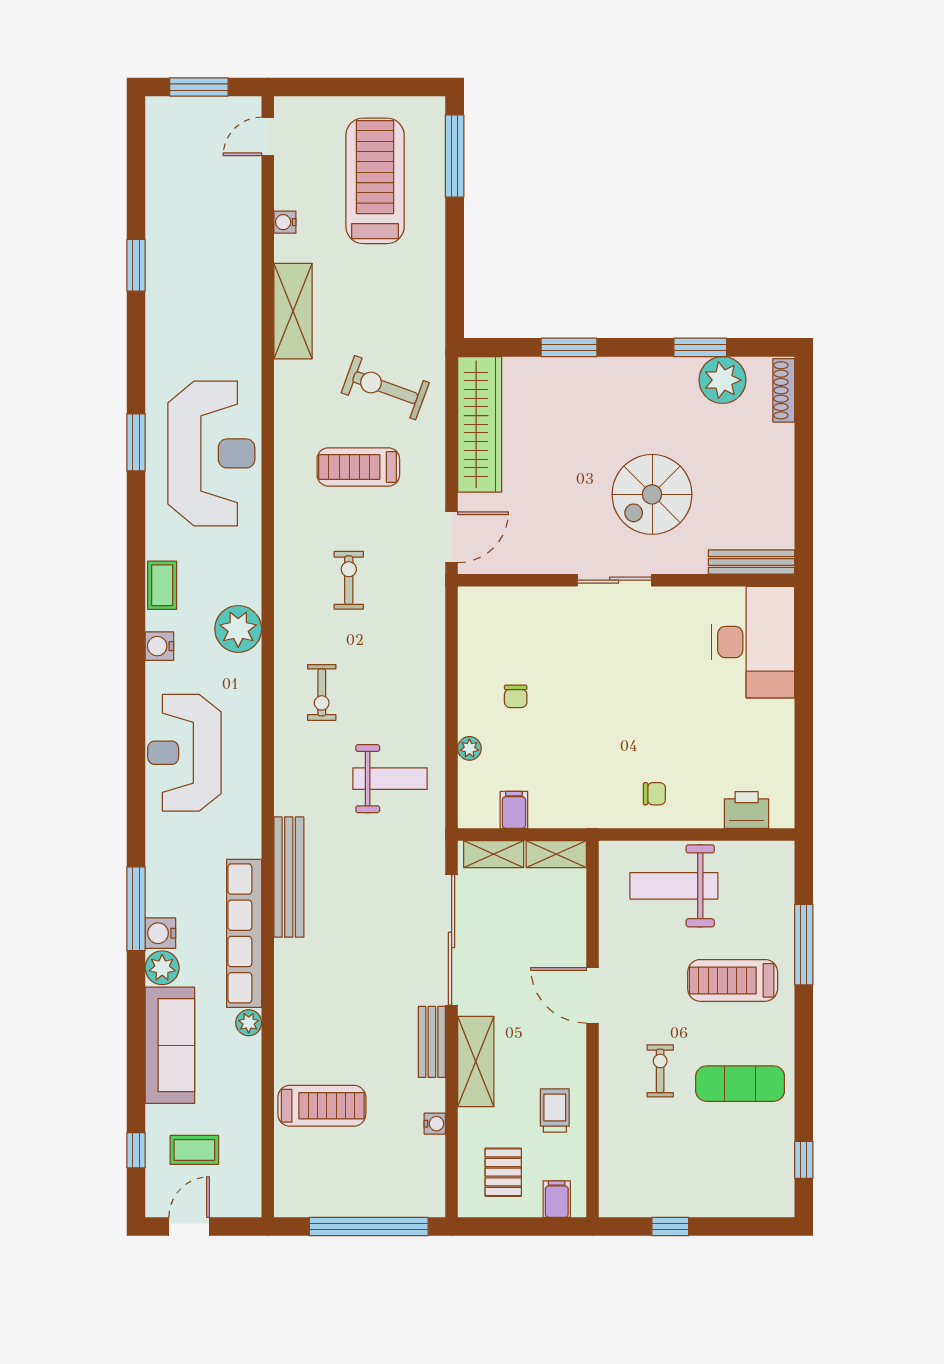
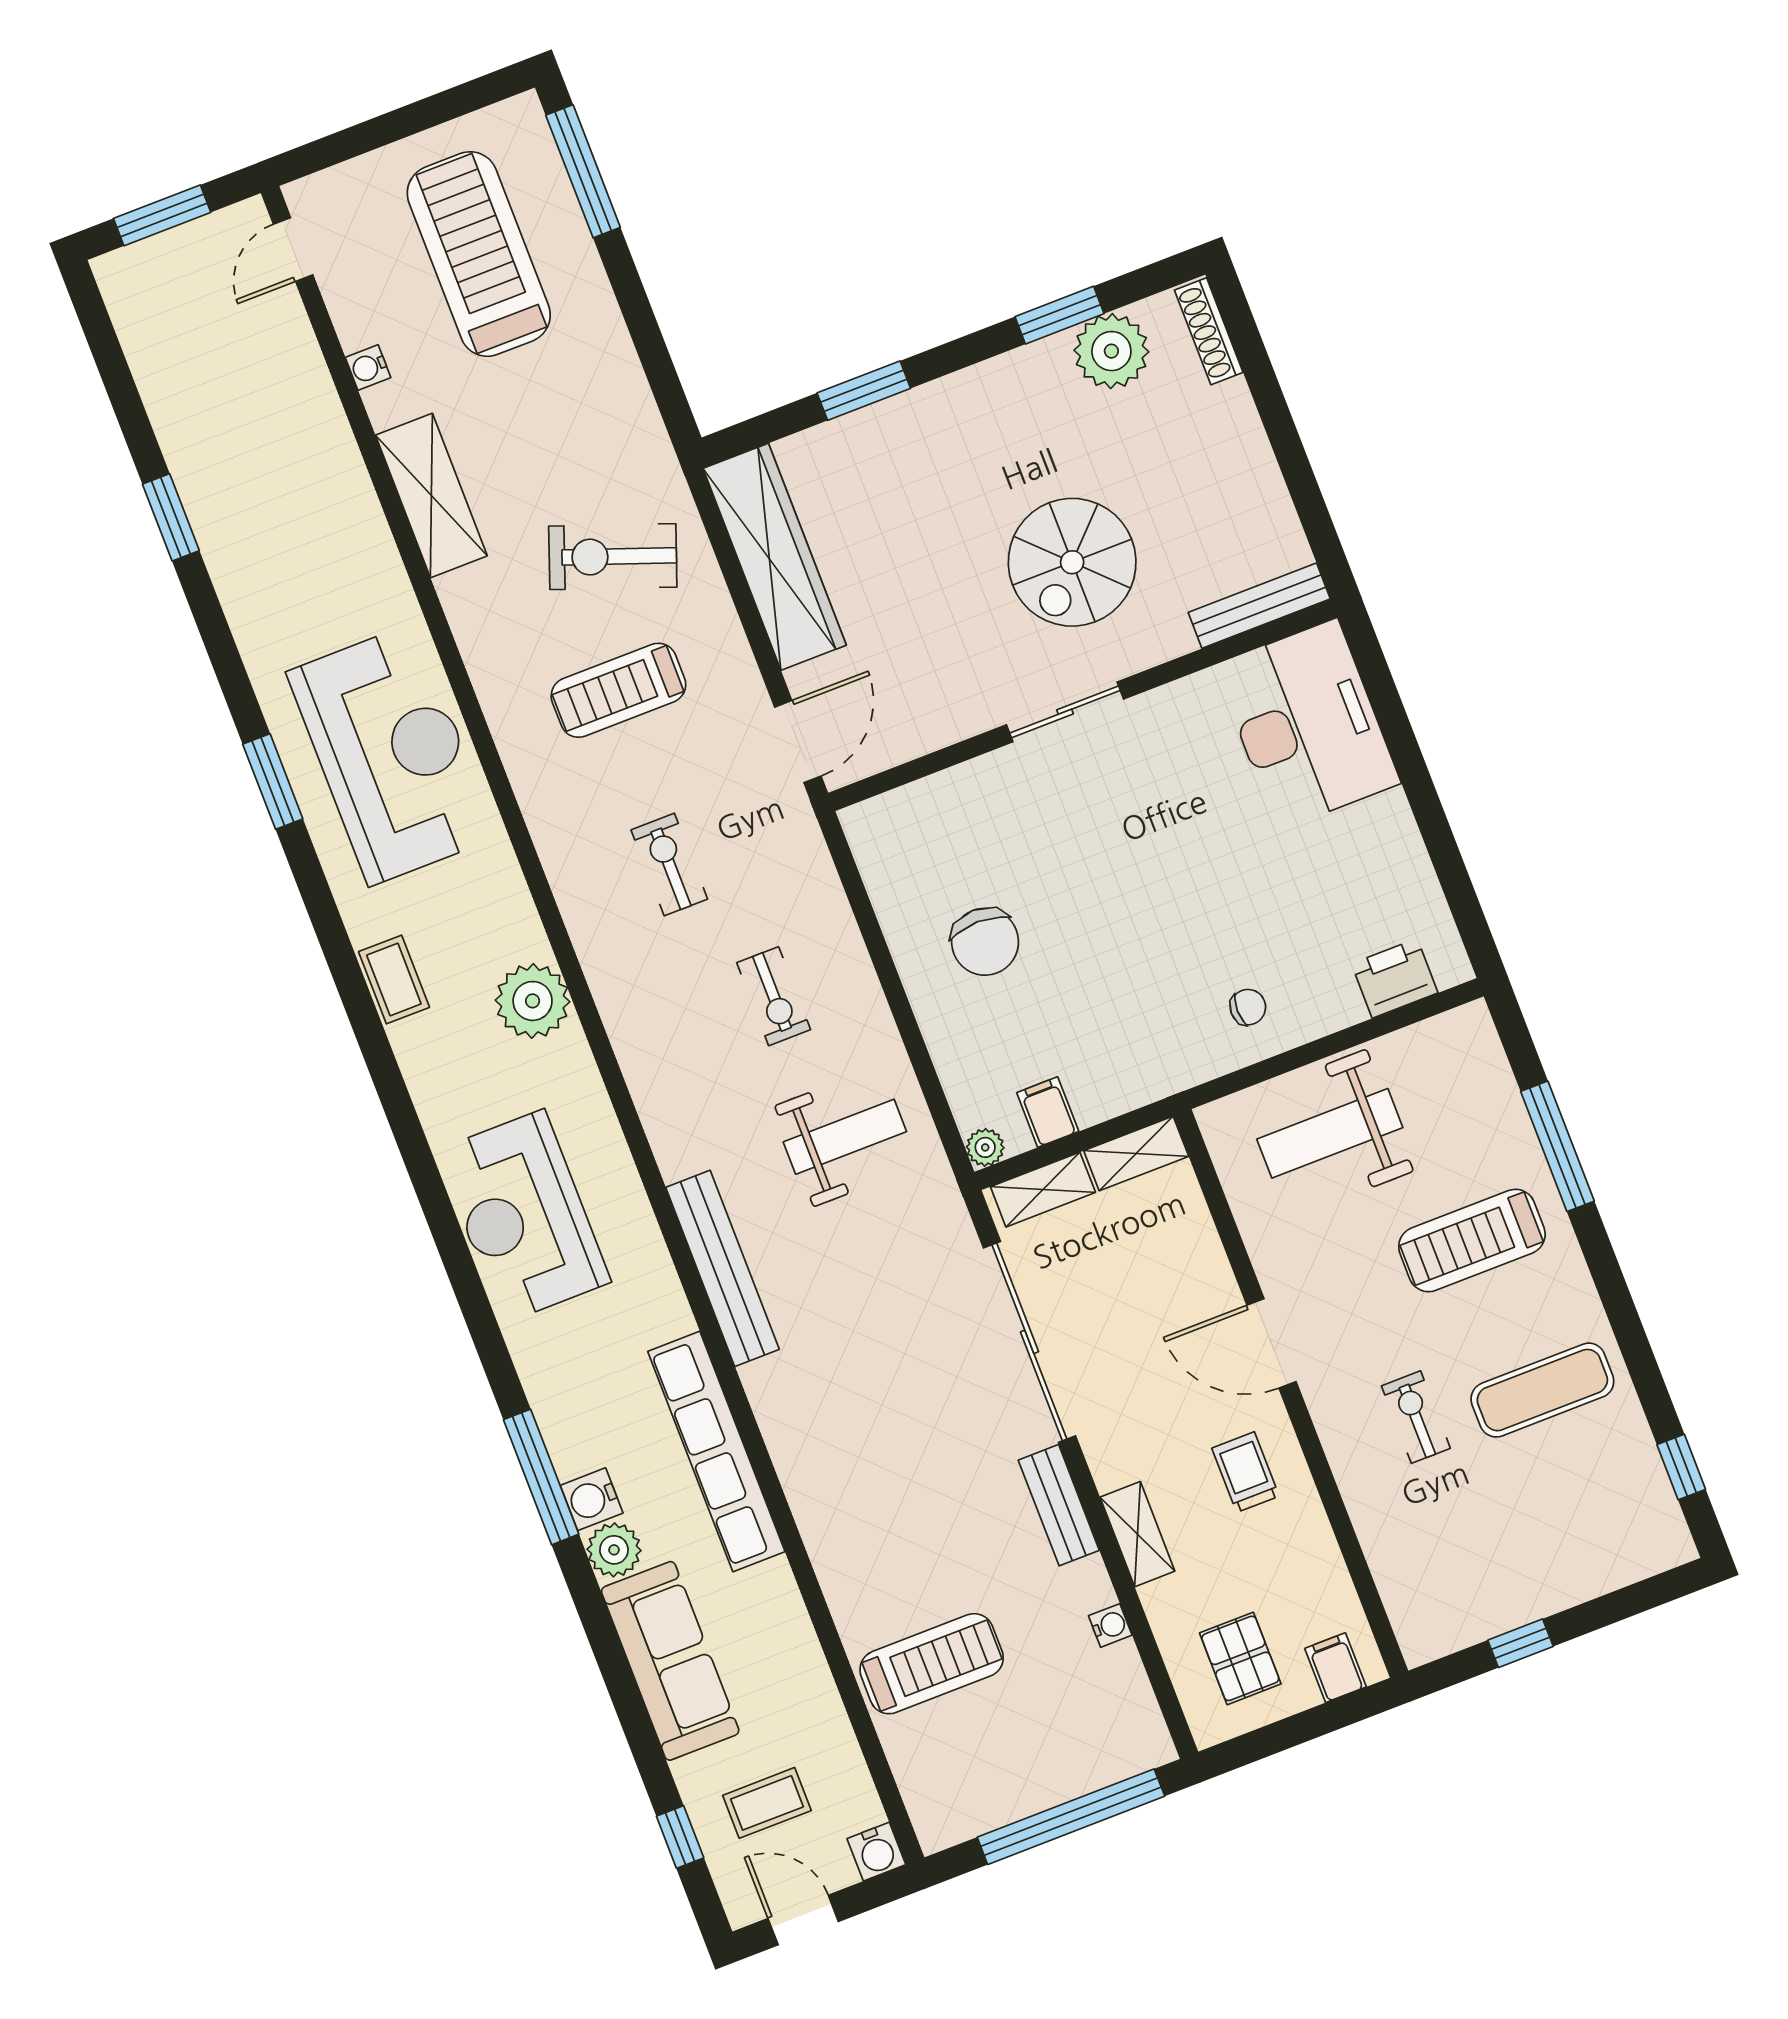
water cooler: (159, 646) -> (876, 1852), moved, turned -90
exercise bike: (322, 692) -> (774, 996), moved
chair: (516, 696) -> (985, 942), width x1.87, depth x1.87
plant: (469, 748) -> (985, 1147), moved
bench: (289, 877) -> (722, 1268), moved
plant: (249, 1023) -> (775, 1582), removed
shelving: (476, 1061) -> (1137, 1534), width x0.67, depth x0.75
trolley: (555, 1111) -> (1245, 1472), moved
door: (189, 1226) -> (803, 1920), hinge flipped

